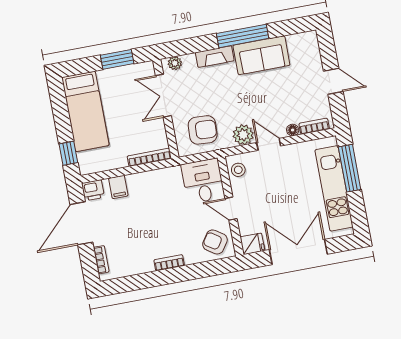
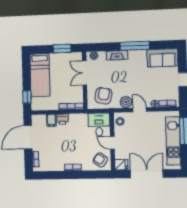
sofa: (261, 55) -> (162, 58), moved
armchair: (203, 130) -> (103, 96), turned -81
printer: (93, 190) -> (62, 119), moved

